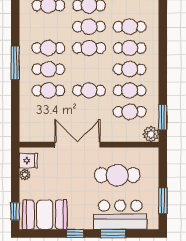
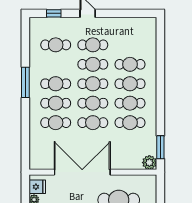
window: (15, 63) -> (25, 82), moved
cafe table: (130, 112) -> (93, 103), moved
double door: (77, 145) -> (82, 172), width x1.36

